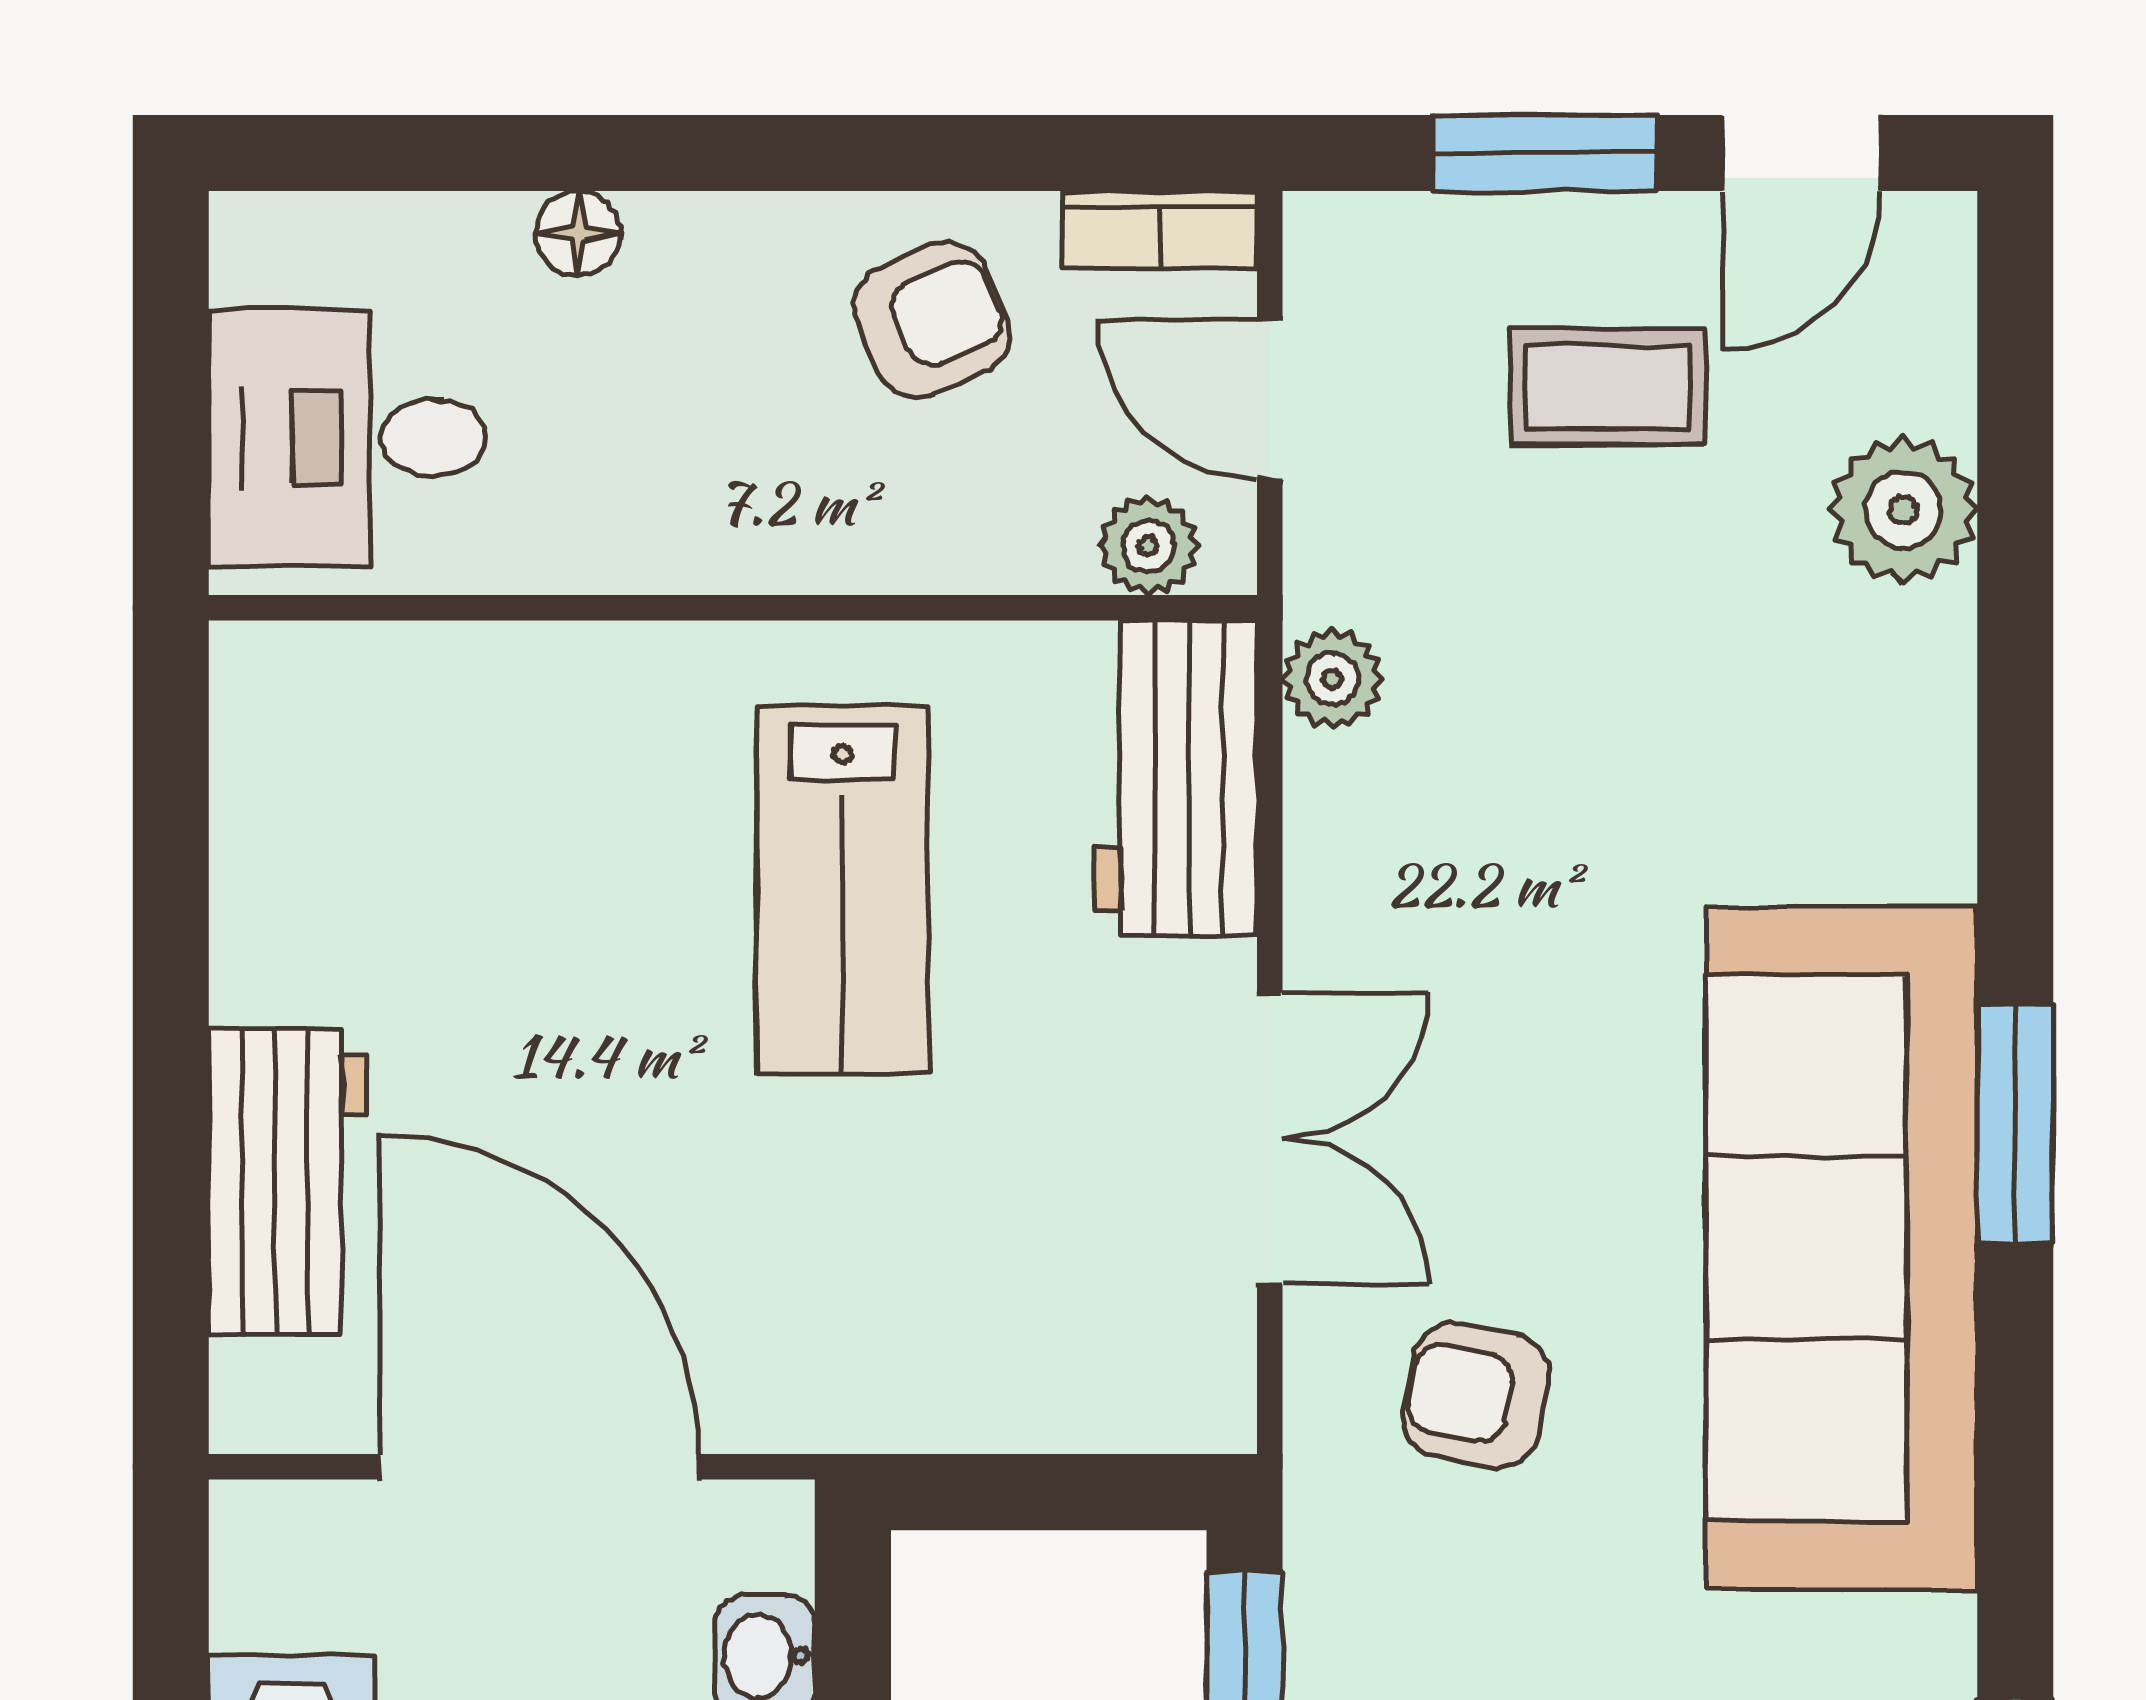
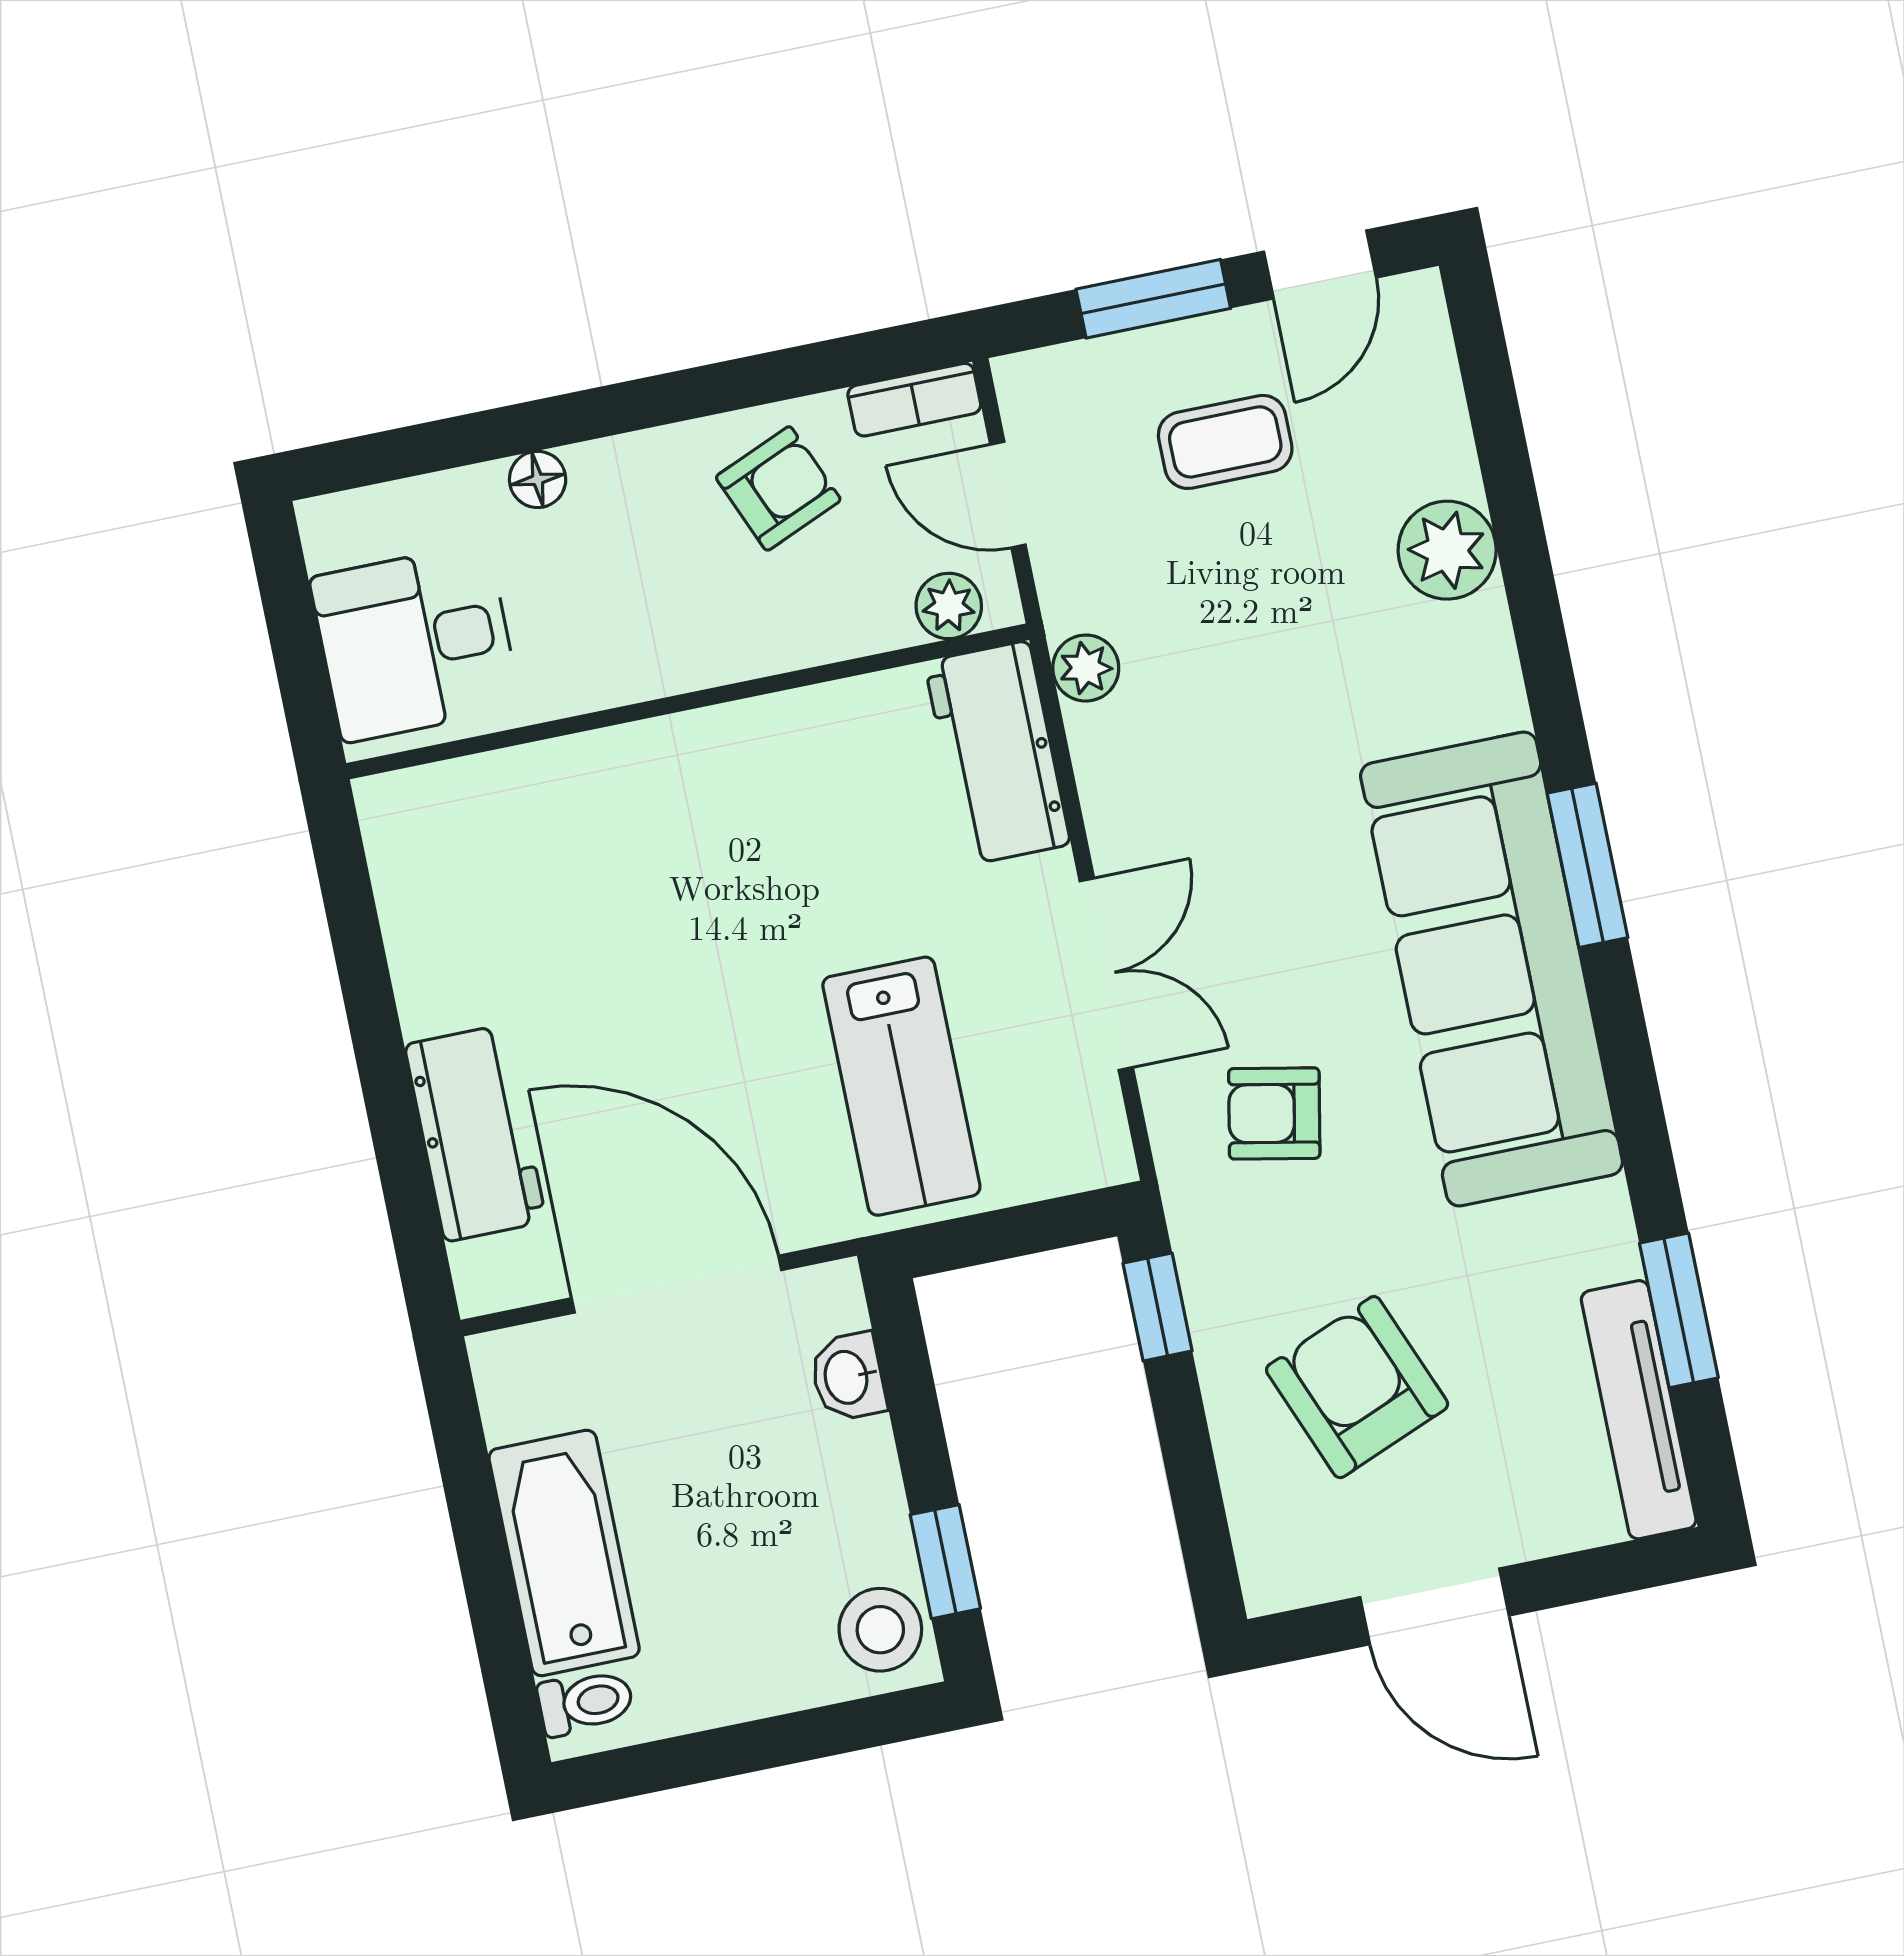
plant: (1903, 510) -> (1447, 550), moved
lab bench: (843, 890) -> (901, 1086), moved

